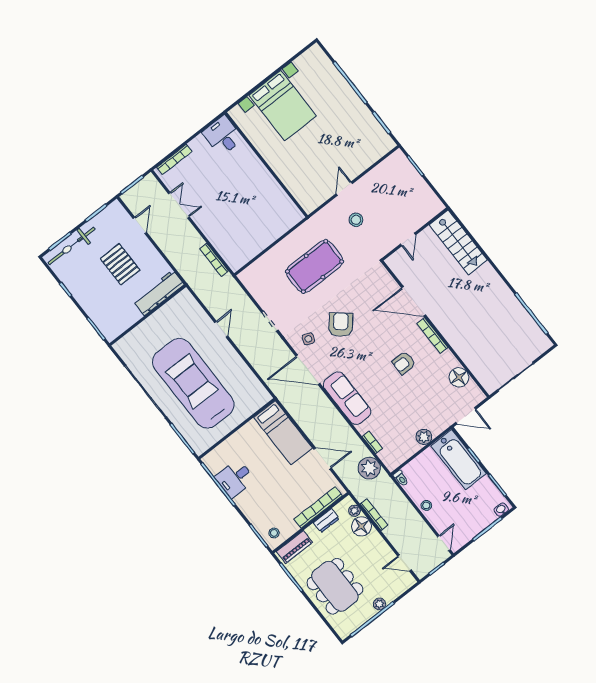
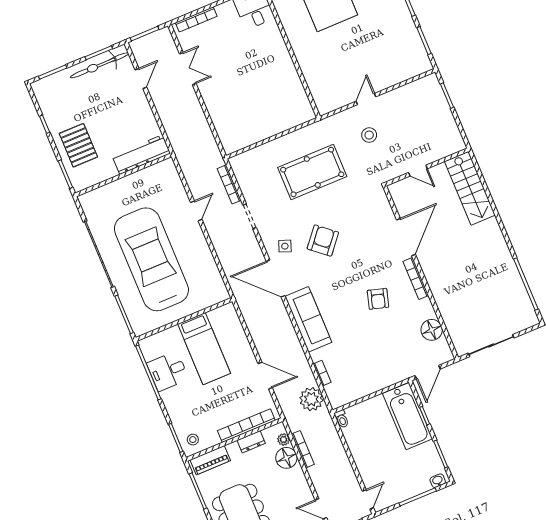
door: (408, 239) -> (418, 171), hinge flipped
bicycle: (72, 246) -> (99, 65), moved
bookcase: (214, 260) -> (229, 184), moved
pallet: (120, 264) -> (78, 145), moved
door: (414, 301) -> (406, 237), swing flipped
armchair: (404, 363) -> (378, 299), turned -74
door: (466, 416) -> (428, 372), hinge flipped
bed: (283, 433) -> (204, 349), moved
plant: (424, 437) -> (378, 382), removed
stool: (426, 505) -> (360, 455), removed

